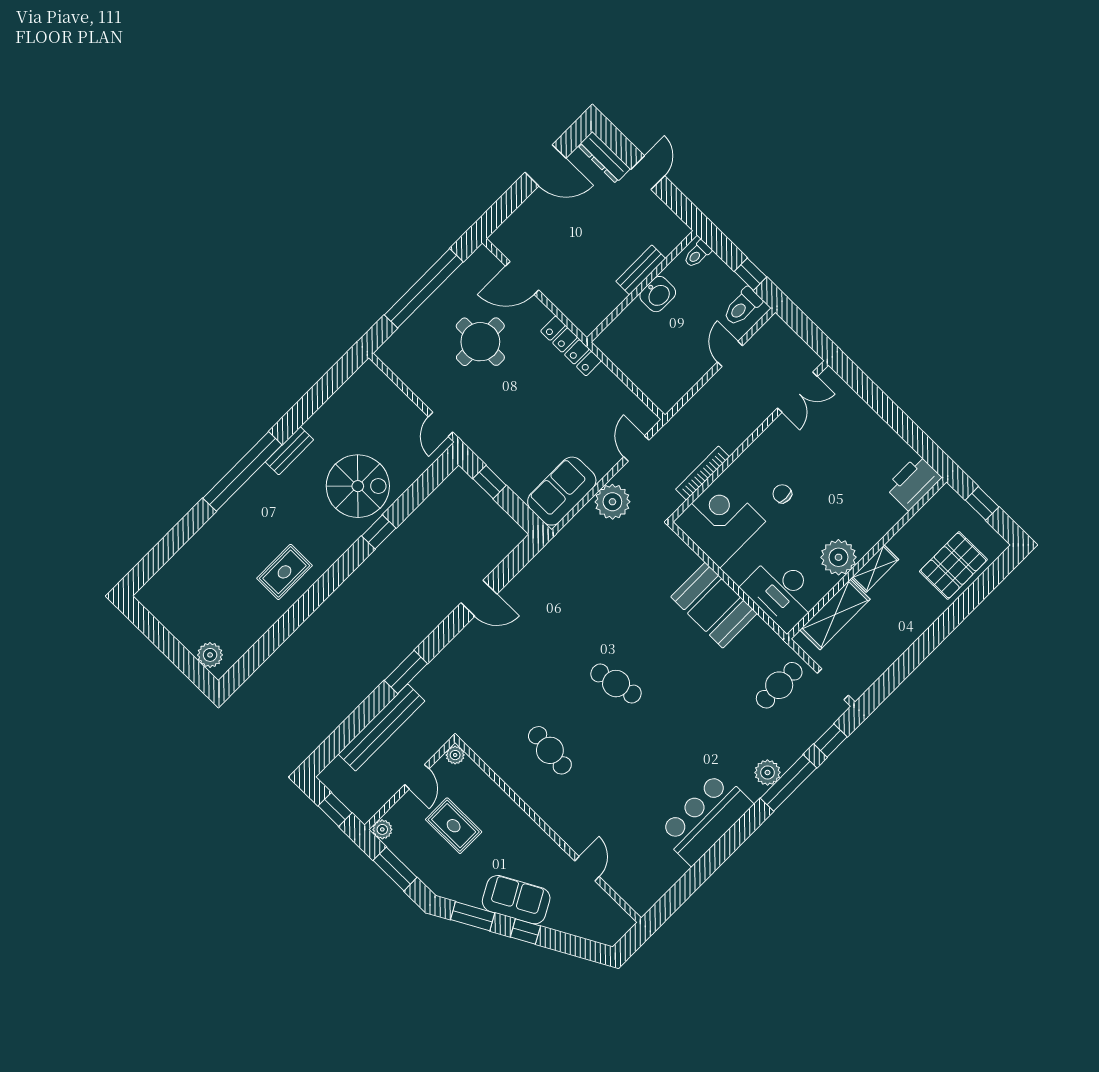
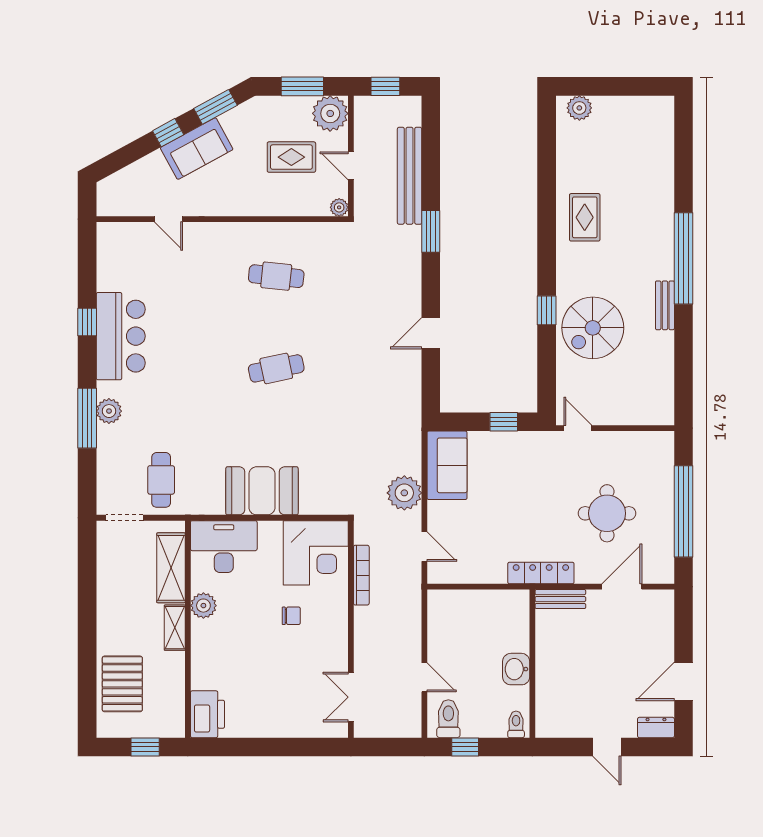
dresser: (604, 157) -> (656, 728), width x0.70
bench: (641, 270) -> (560, 599), moved, turned 90
plant: (838, 557) -> (203, 606), width x0.73, depth x0.73
window: (831, 740) -> (87, 322), moved
plant: (382, 829) -> (330, 113), width x1.87, depth x1.87

